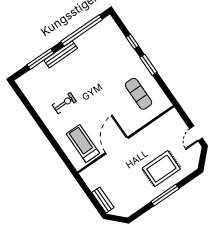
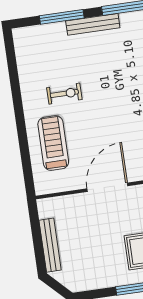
treadmill: (83, 144) -> (53, 143), moved
bench: (103, 200) -> (50, 245), width x1.36

